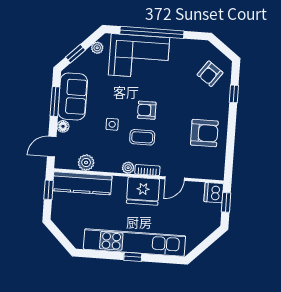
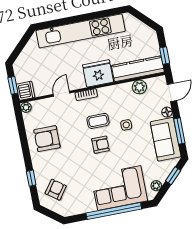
plant: (128, 168) -> (26, 107), moved
fridge: (143, 191) -> (98, 73), moved
window: (133, 257) -> (79, 19), removed

